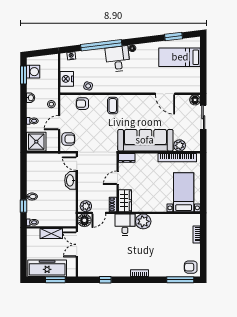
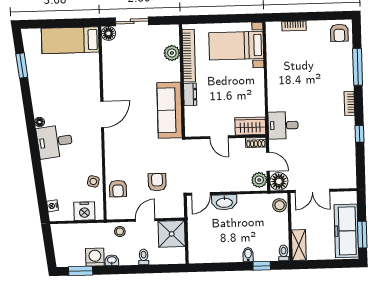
window: (101, 45) -> (37, 165), removed
bed: (180, 57) -> (70, 40), moved, turned 90
washing machine: (33, 72) -> (95, 257), moved
door: (165, 94) -> (102, 114), moved
coffee table: (113, 106) -> (119, 147), removed
door: (59, 123) -> (145, 220), swing flipped
armchair: (68, 139) -> (157, 182), moved
sofa: (145, 140) -> (170, 110), width x0.74, depth x0.79
shower: (36, 142) -> (172, 234), moved
dresser: (127, 158) -> (190, 94), moved
stool: (67, 220) -> (280, 205), added
plant: (143, 221) -> (278, 100), removed
shelving: (51, 234) -> (299, 245), moved
window: (55, 280) -> (362, 235), moved
window: (105, 280) -> (359, 134), moved
window: (180, 280) -> (358, 67), moved

